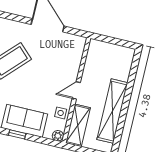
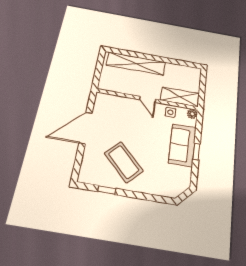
shelving: (112, 111) -> (136, 64), moved

